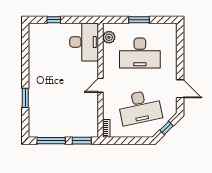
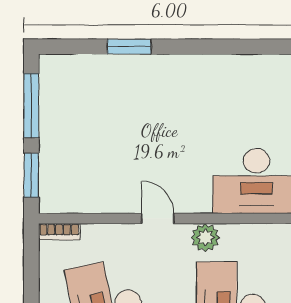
plant: (109, 37) -> (205, 238), moved

